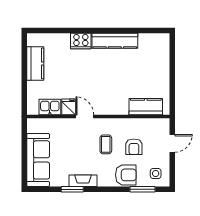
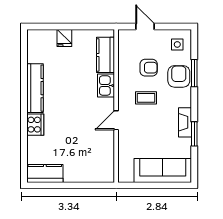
kitchen counter: (35, 63) -> (45, 174), moved
kitchen sink: (50, 107) -> (106, 86), moved
fridge: (69, 107) -> (64, 38), moved, turned -90
window: (143, 189) -> (194, 73), moved

